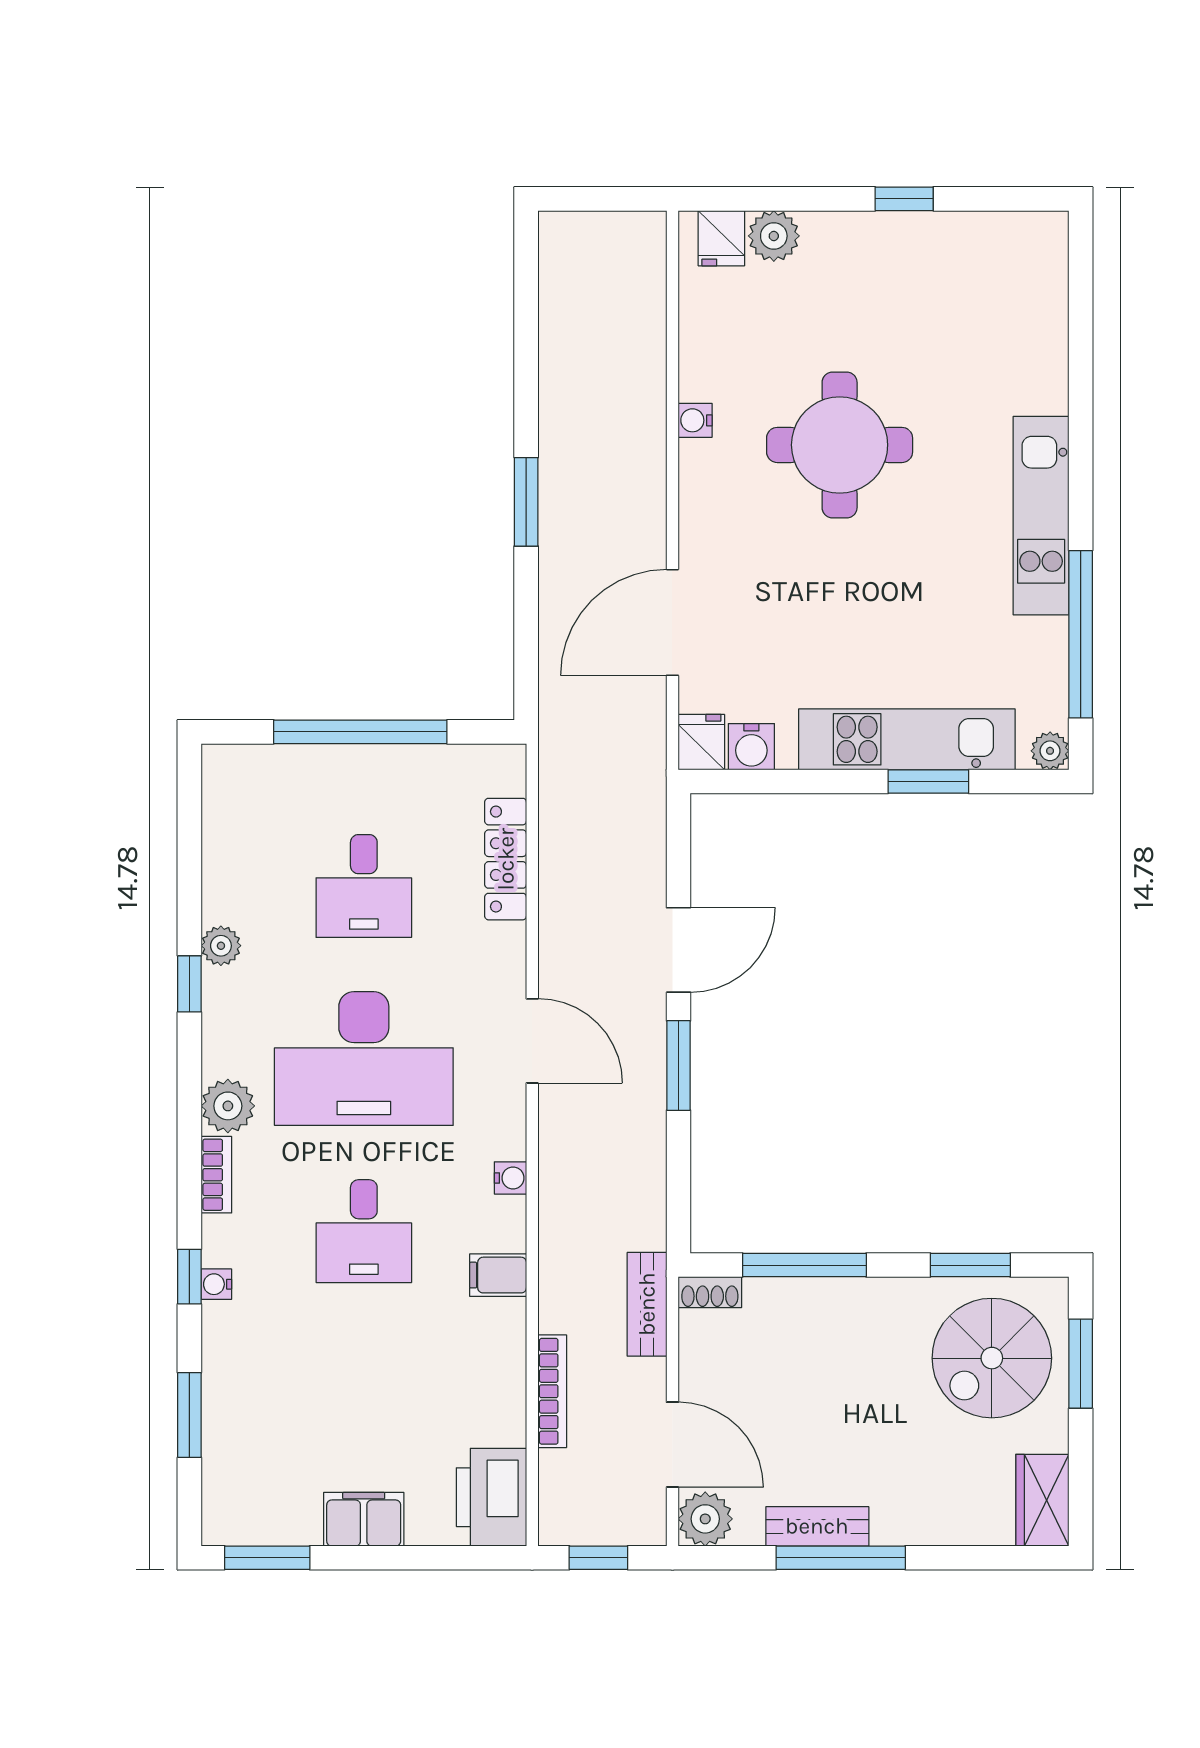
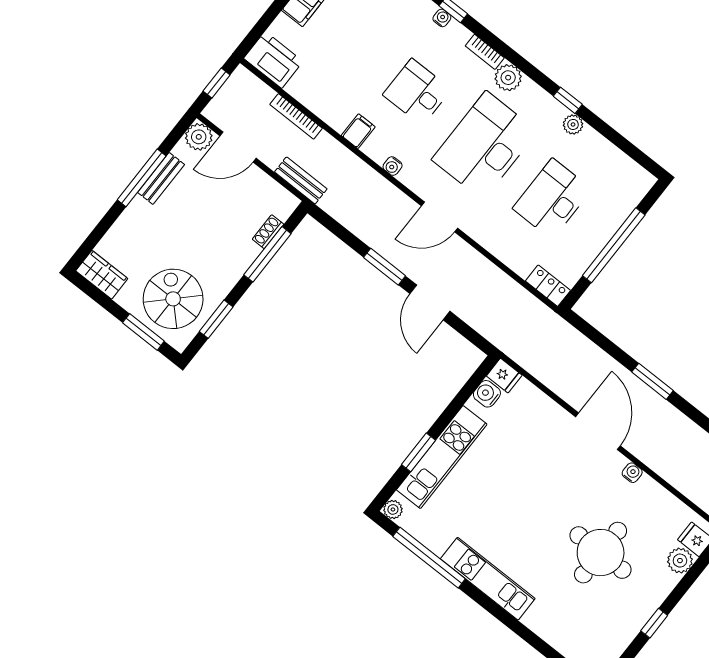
round table: (840, 445) -> (601, 553), moved
door: (672, 622) -> (598, 431), moved
locker: (506, 859) -> (548, 286), moved, width x0.66
desk: (364, 886) -> (552, 199), width x1.37
shoe rack: (710, 1292) -> (268, 232), moved

